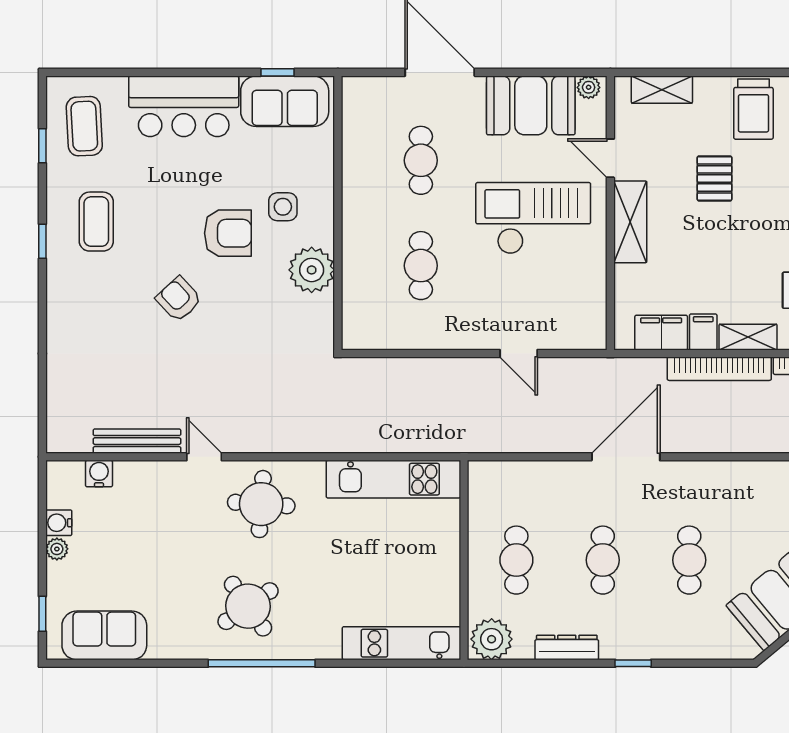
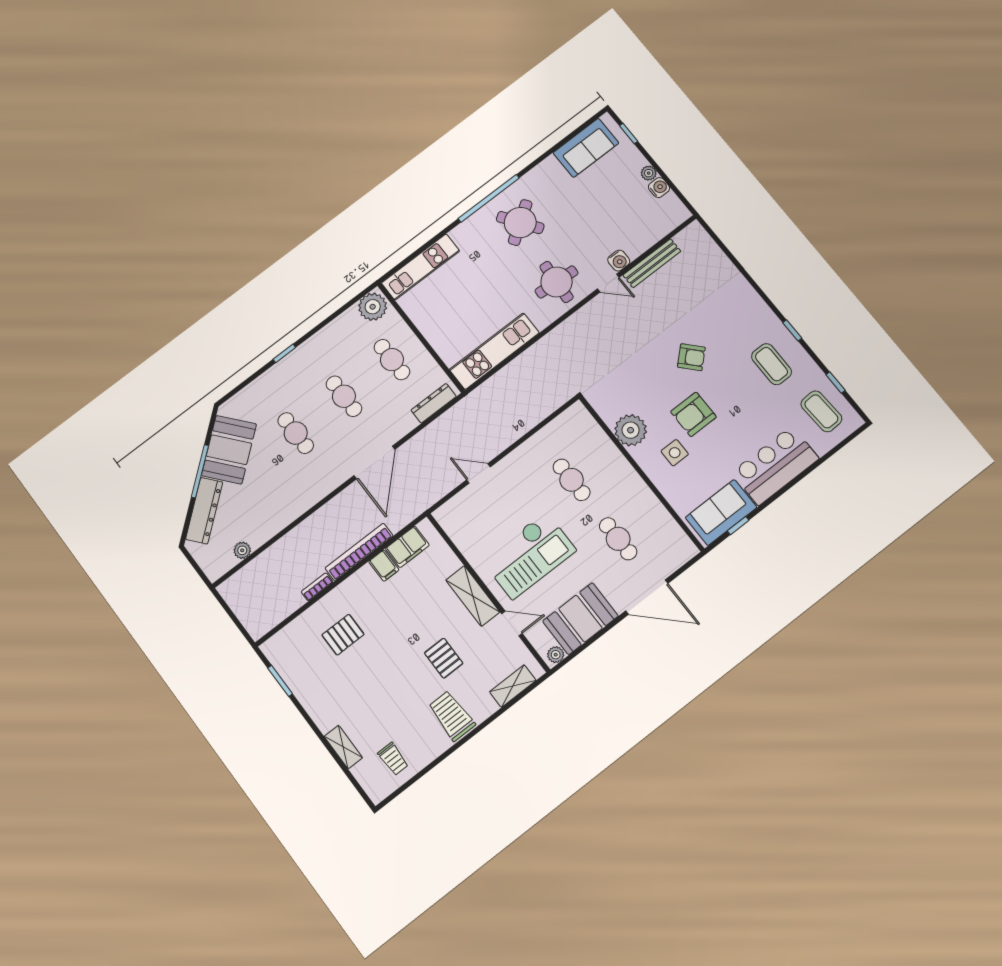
shelving: (748, 337) -> (356, 582), removed
water cooler: (99, 474) -> (619, 261), moved
dresser: (567, 647) -> (434, 403), moved, turned 180

